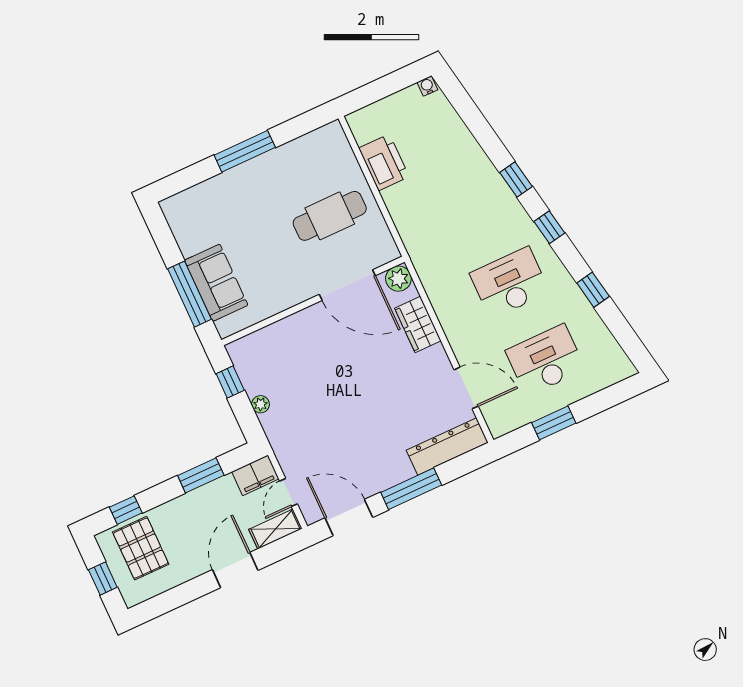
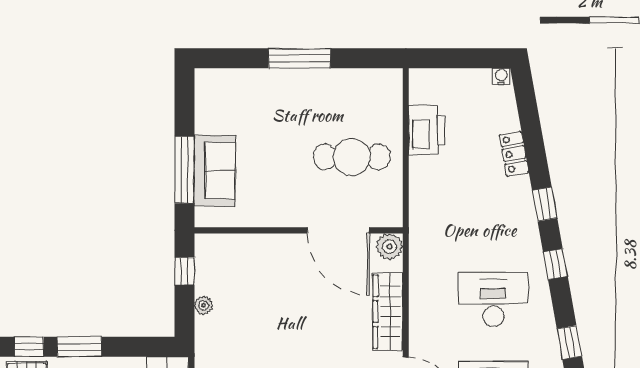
locker: (469, 148) -> (514, 154), added
wardrobe: (418, 324) -> (388, 312), width x1.50
window: (201, 475) -> (79, 347), moved

